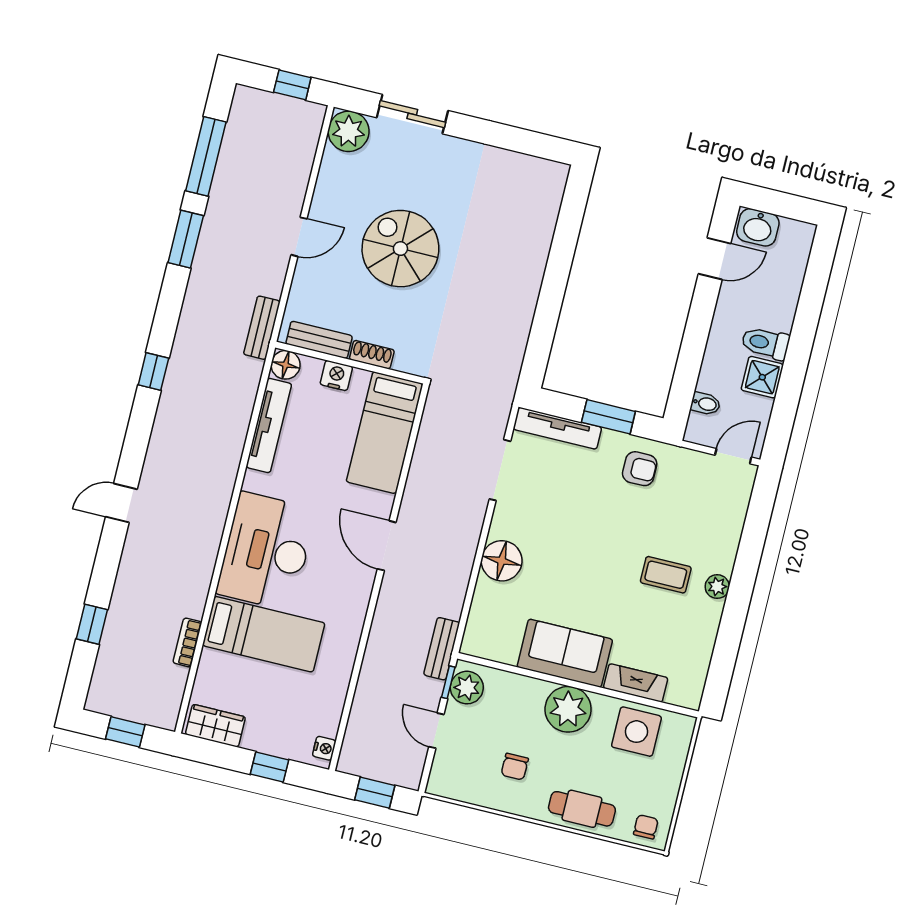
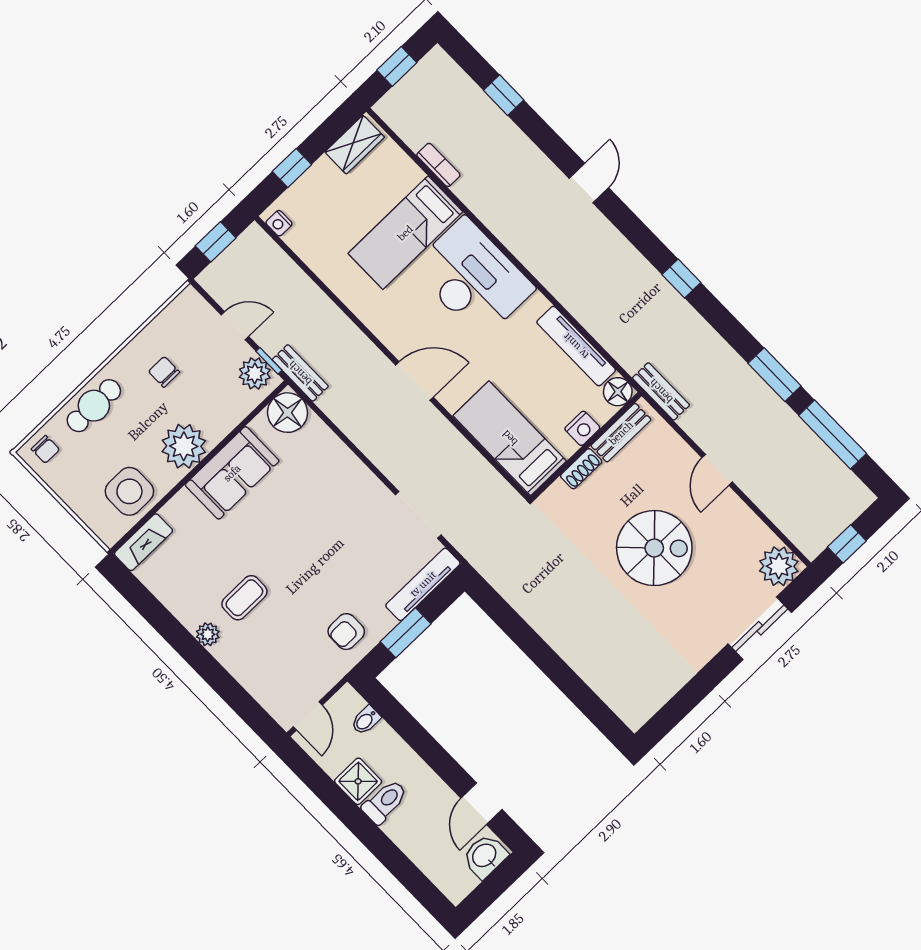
floor lamp: (502, 561) -> (288, 413), moved
fireplace: (636, 683) -> (143, 542), moved

